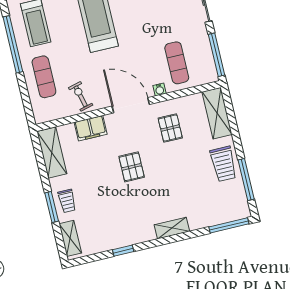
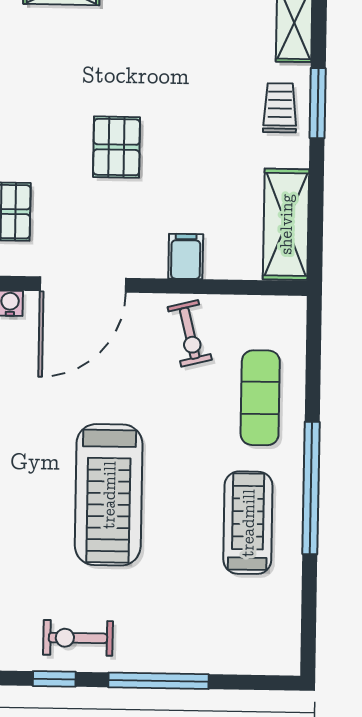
door: (131, 105) -> (83, 285), hinge flipped
filing cabinet: (91, 128) -> (186, 256), width x0.50

